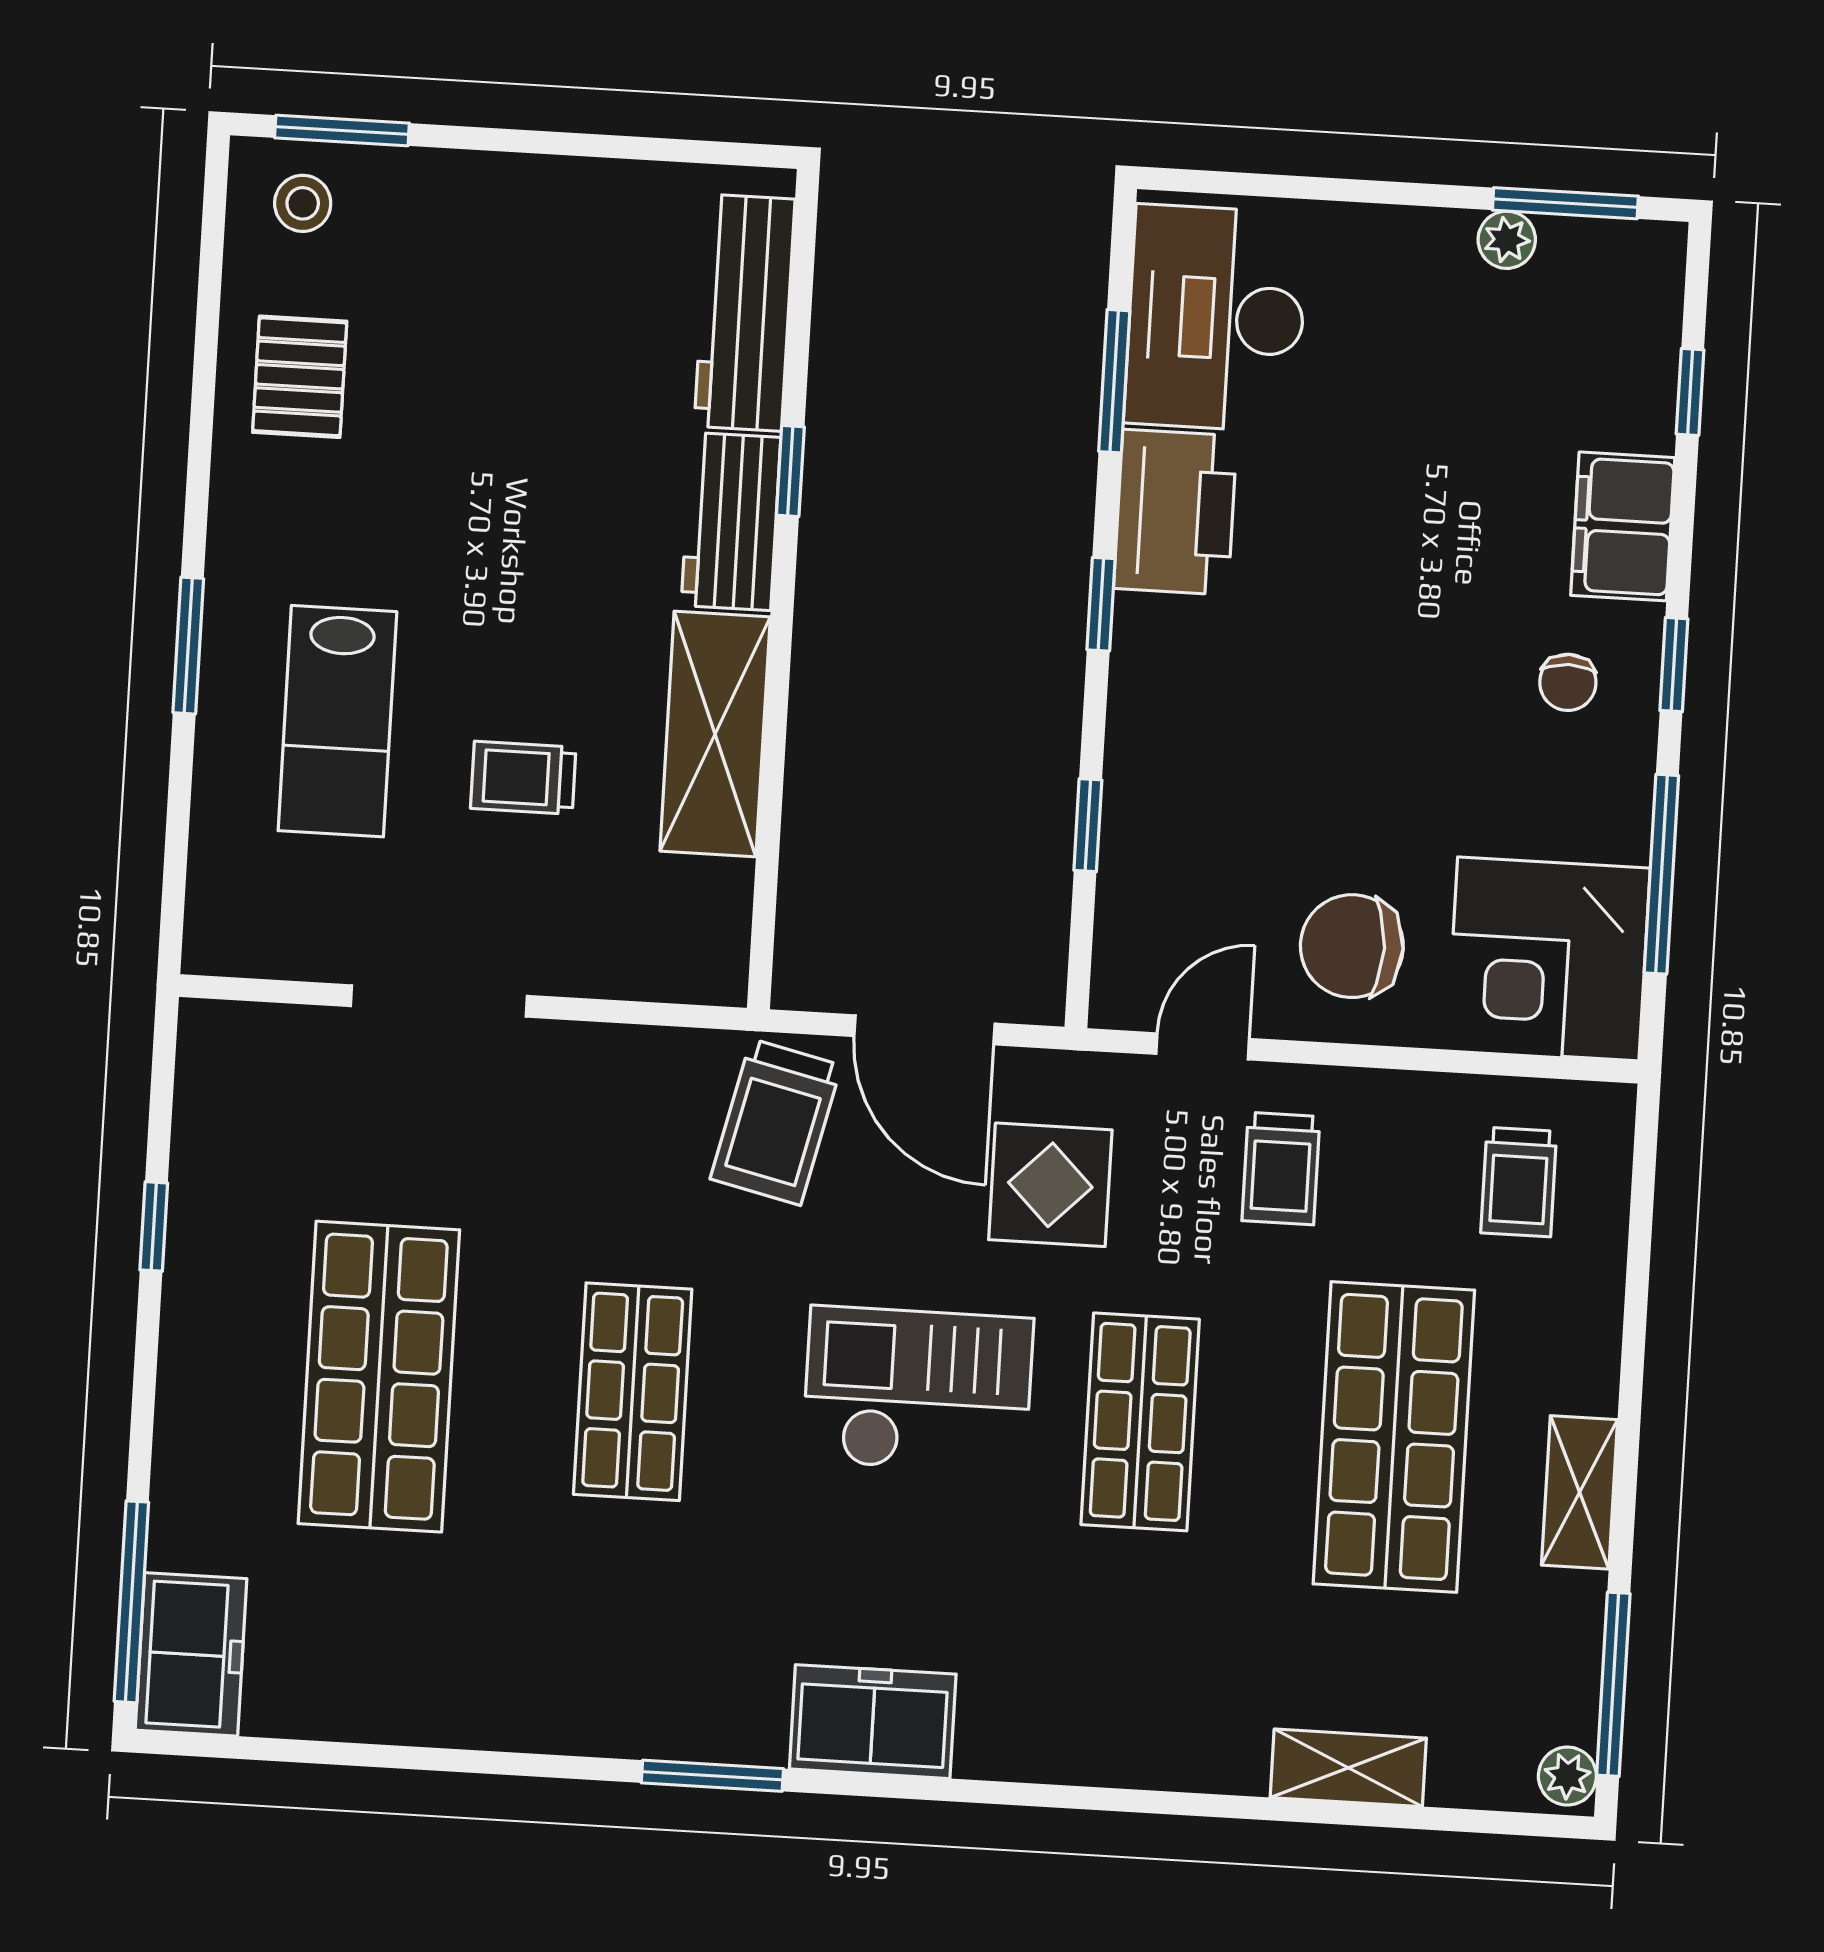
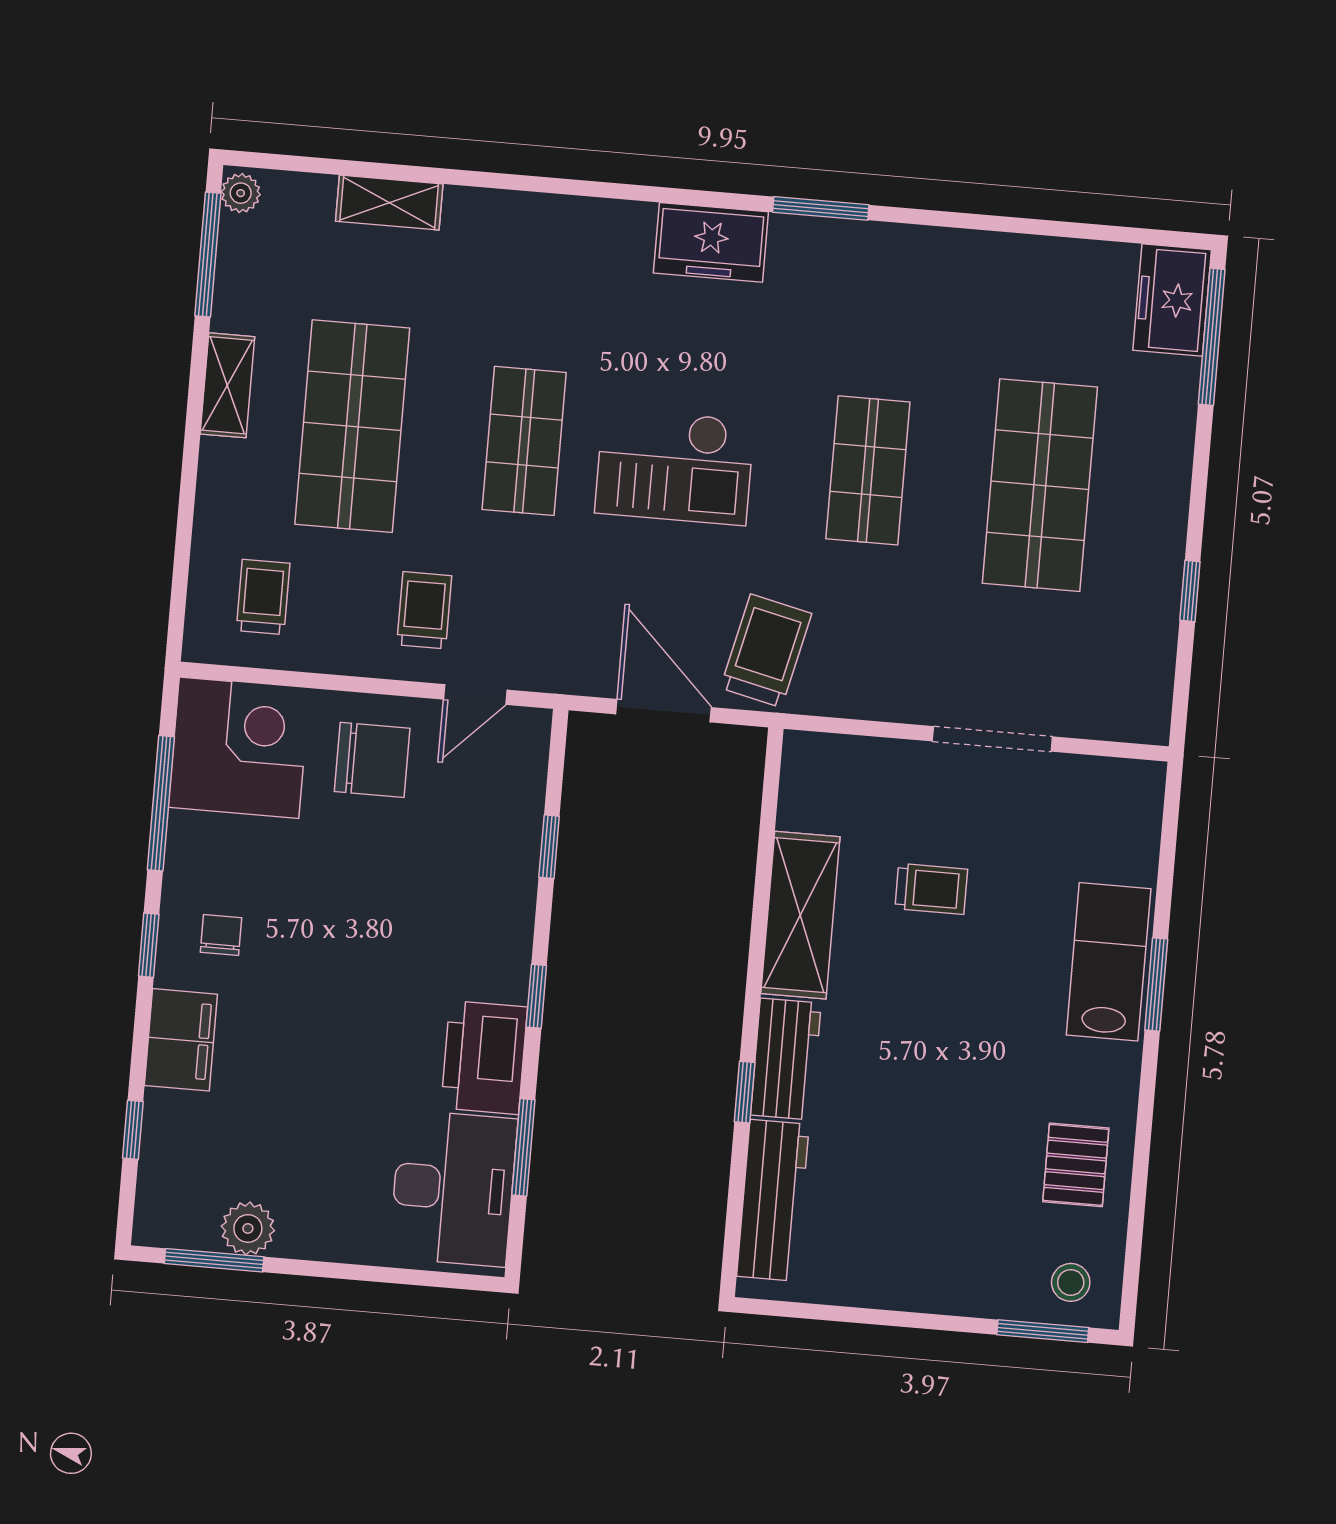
plant: (1507, 240) -> (248, 1228), width x1.38, depth x1.38
lab bench: (337, 721) -> (1109, 962), moved
display table: (1050, 1185) -> (581, 603), removed

